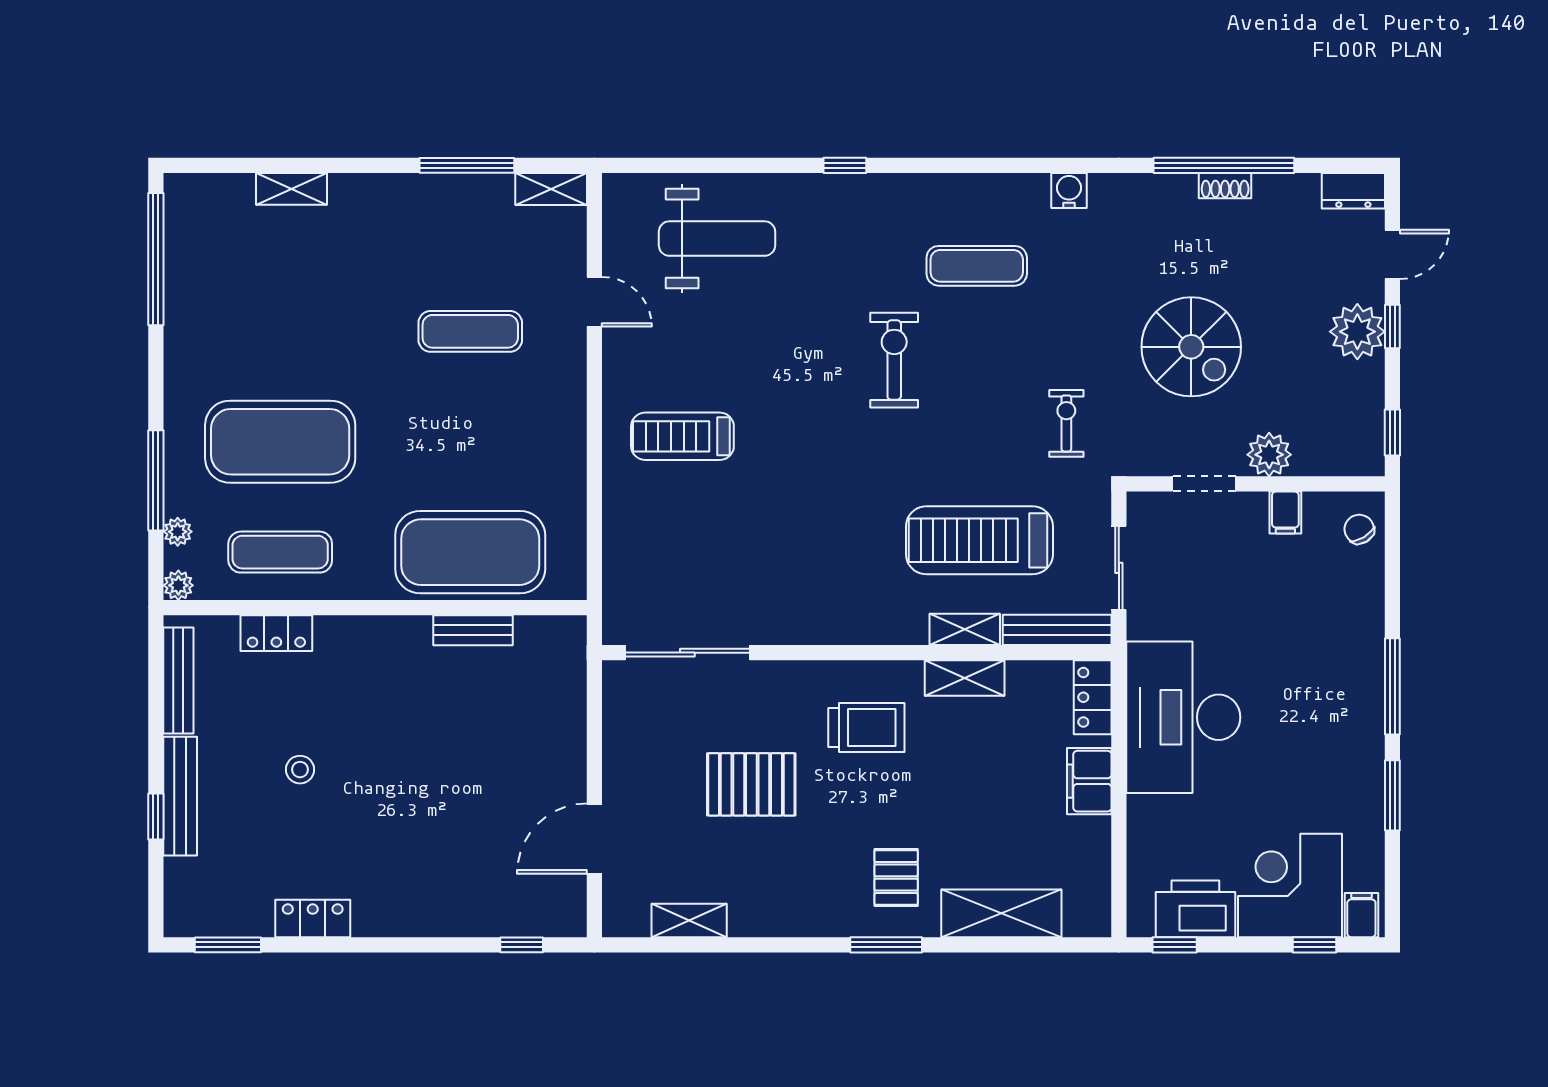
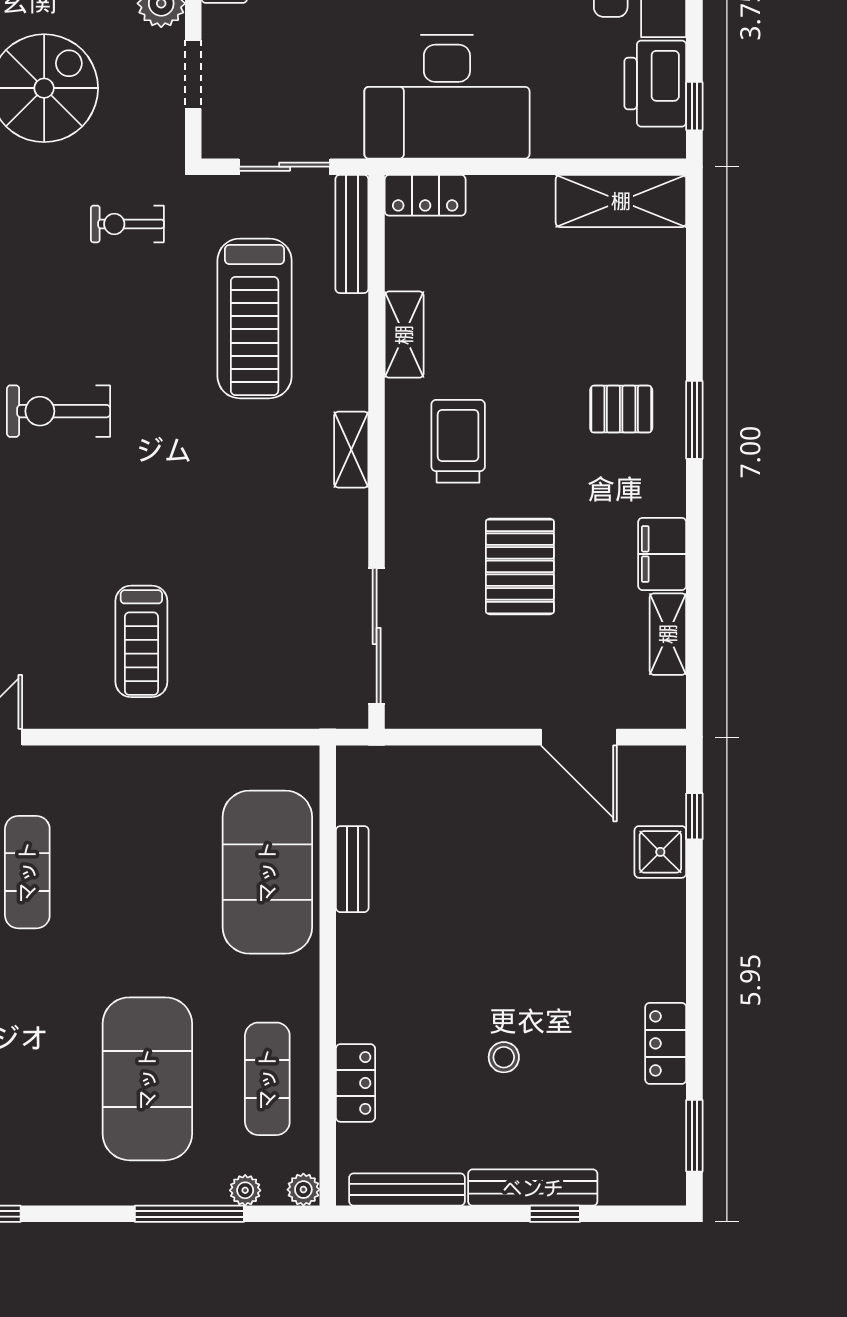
shelving: (965, 629) -> (351, 450), moved
filing cabinet: (1089, 781) -> (662, 554), moved, turned 90
shelving: (1001, 913) -> (621, 201), moved, turned 90
shower: (489, 914) -> (660, 852), added

